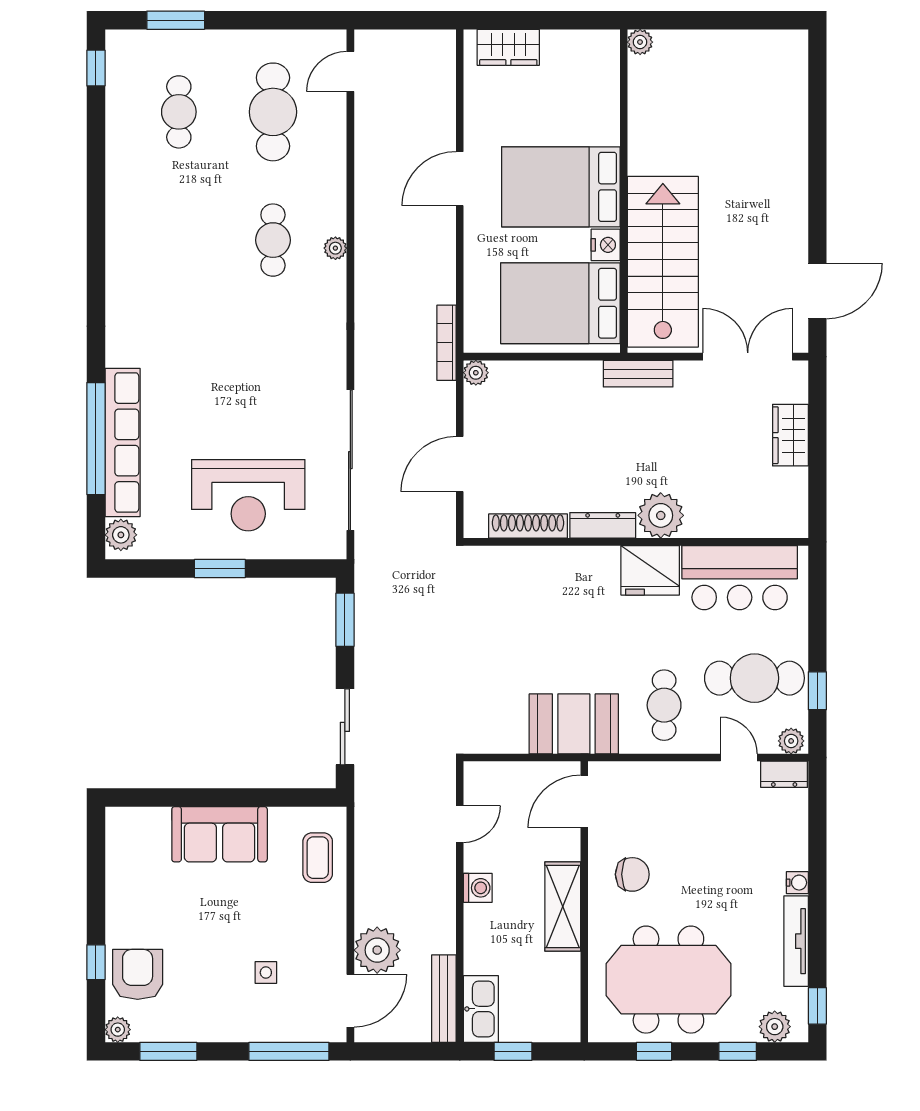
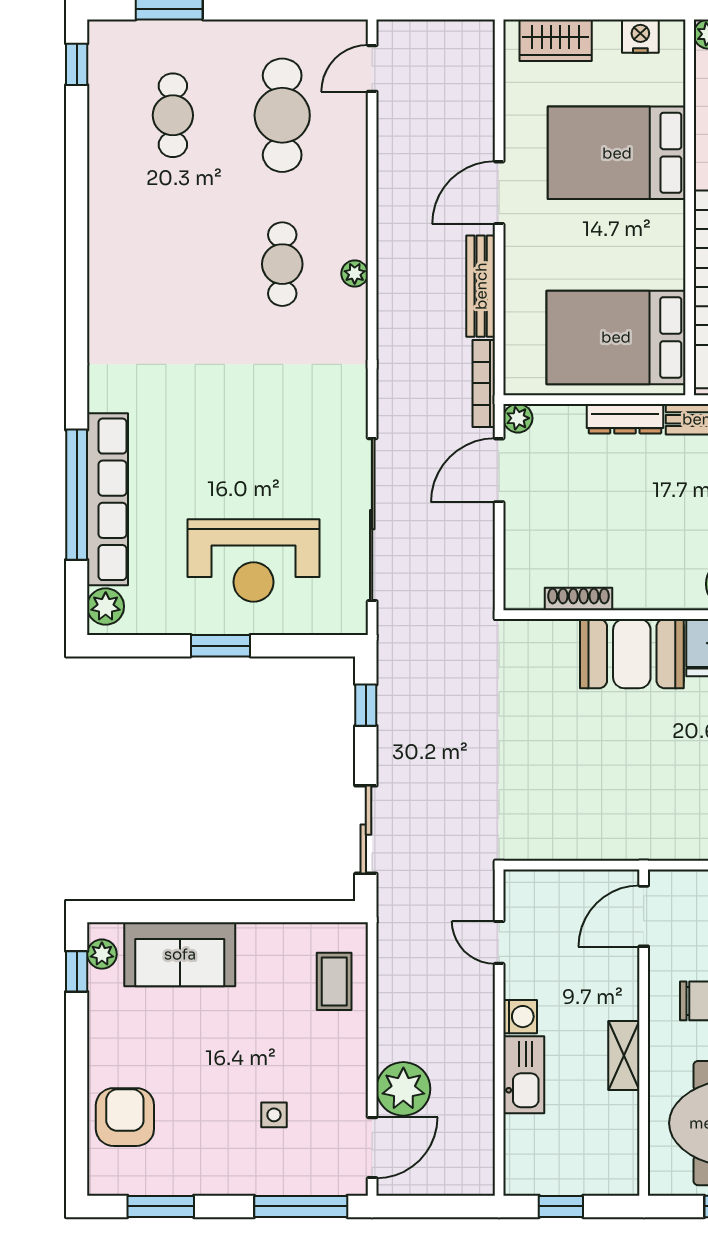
bed: (561, 187) -> (617, 153), moved
nightstand: (606, 245) -> (640, 36), moved, turned -90
door: (460, 464) -> (499, 470), moved
dresser: (603, 525) -> (625, 419), moved, turned 180
shoe rack: (528, 526) -> (578, 599), width x0.74, depth x0.81
window: (345, 620) -> (366, 705), width x0.67
booth: (574, 724) -> (632, 654), moved
door: (460, 824) -> (499, 942), swing flipped
sofa: (220, 834) -> (180, 954), moved
shelving: (563, 907) -> (624, 1055), width x0.67, depth x0.75
window: (96, 962) -> (77, 971), moved
bench: (444, 999) -> (481, 286), moved
kitchen sink: (481, 1009) -> (524, 1075), moved
plant: (118, 1030) -> (102, 954), moved

